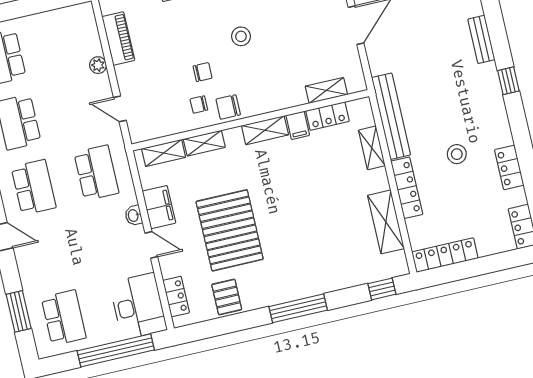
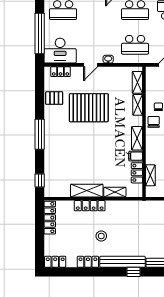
bench: (391, 116) -> (123, 262), moved
filing cabinet: (159, 207) -> (110, 73), removed
shelving: (386, 222) -> (87, 191), moved

